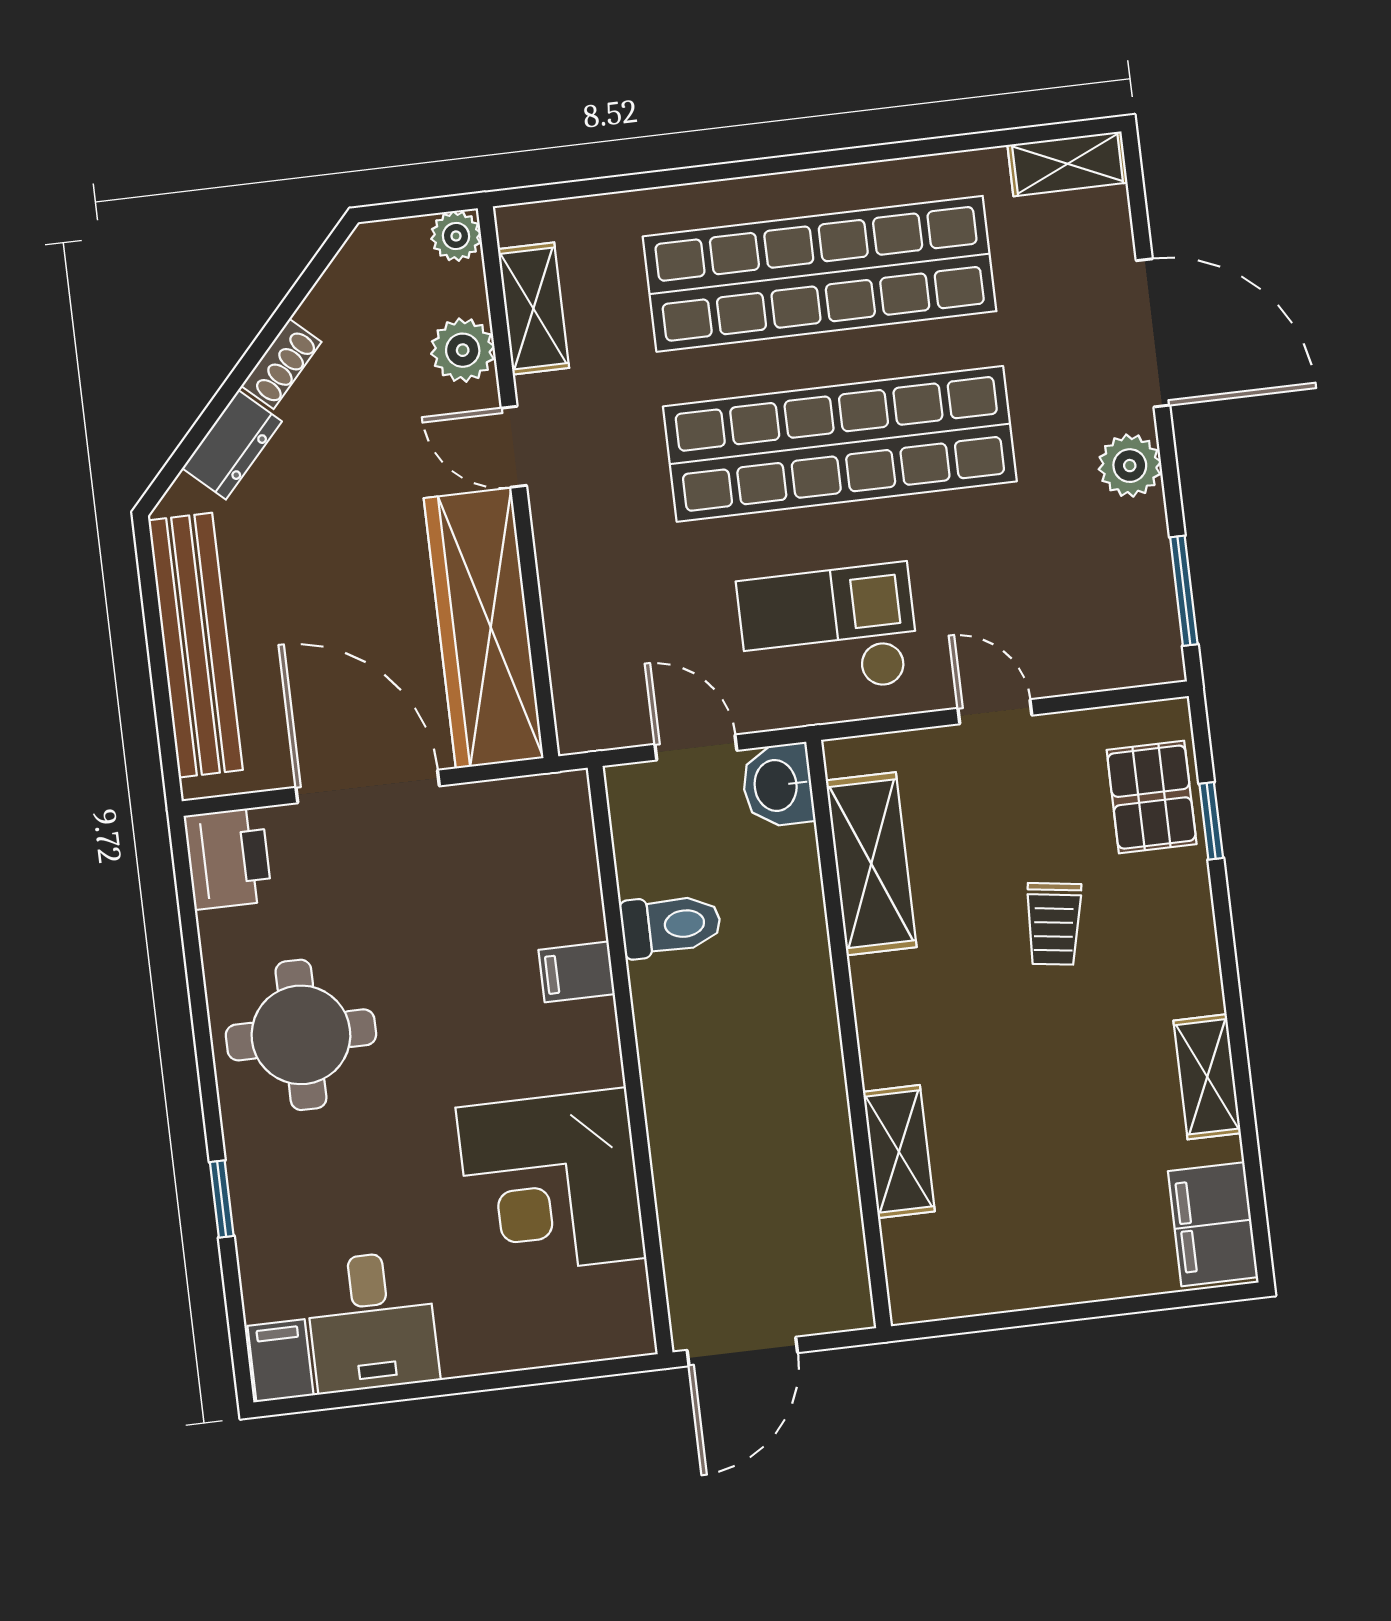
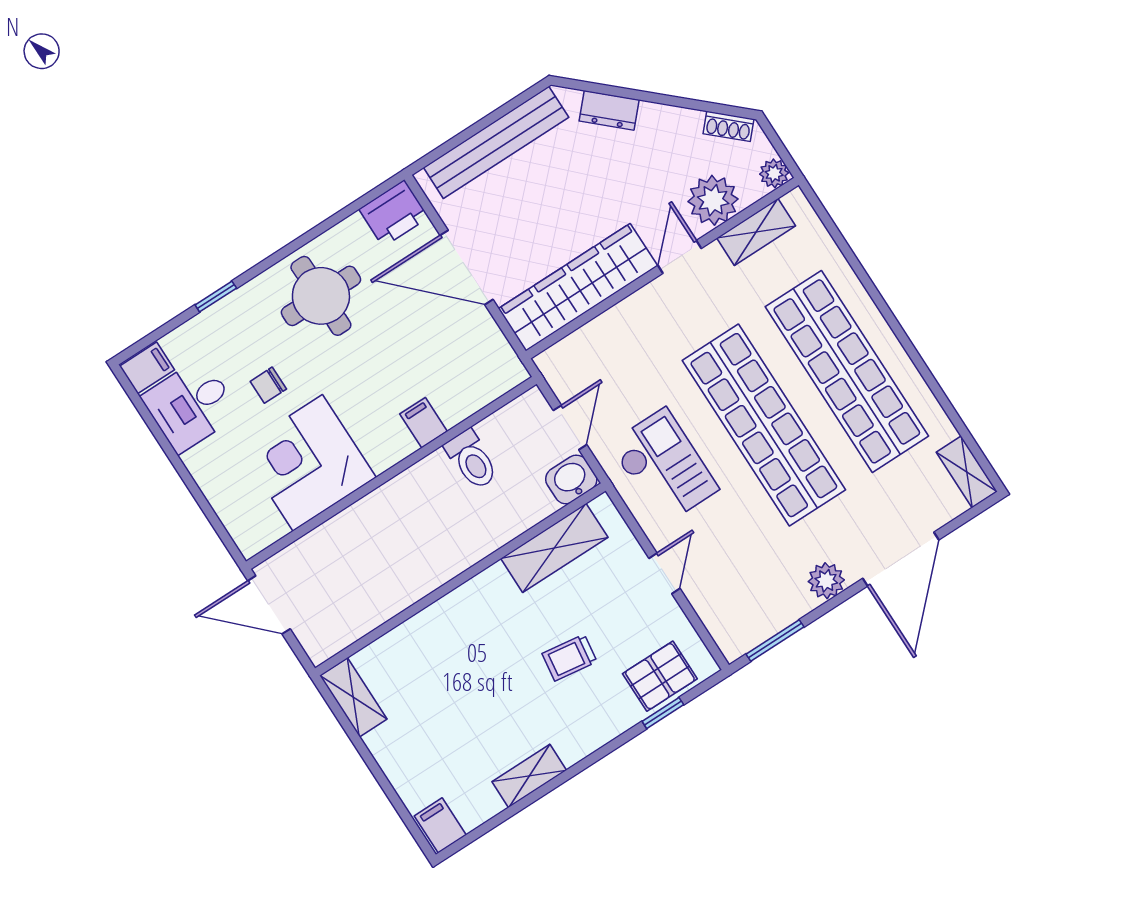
plant: (463, 350) -> (713, 200), width x1.36, depth x1.36
shoe rack: (281, 364) -> (729, 126), moved
door: (368, 787) -> (467, 267), swing flipped
shelving: (899, 1152) -> (353, 697), moved, turned 90
chair: (400, 1185) -> (268, 385), added
filing cabinet: (1213, 1224) -> (440, 825), width x0.50

